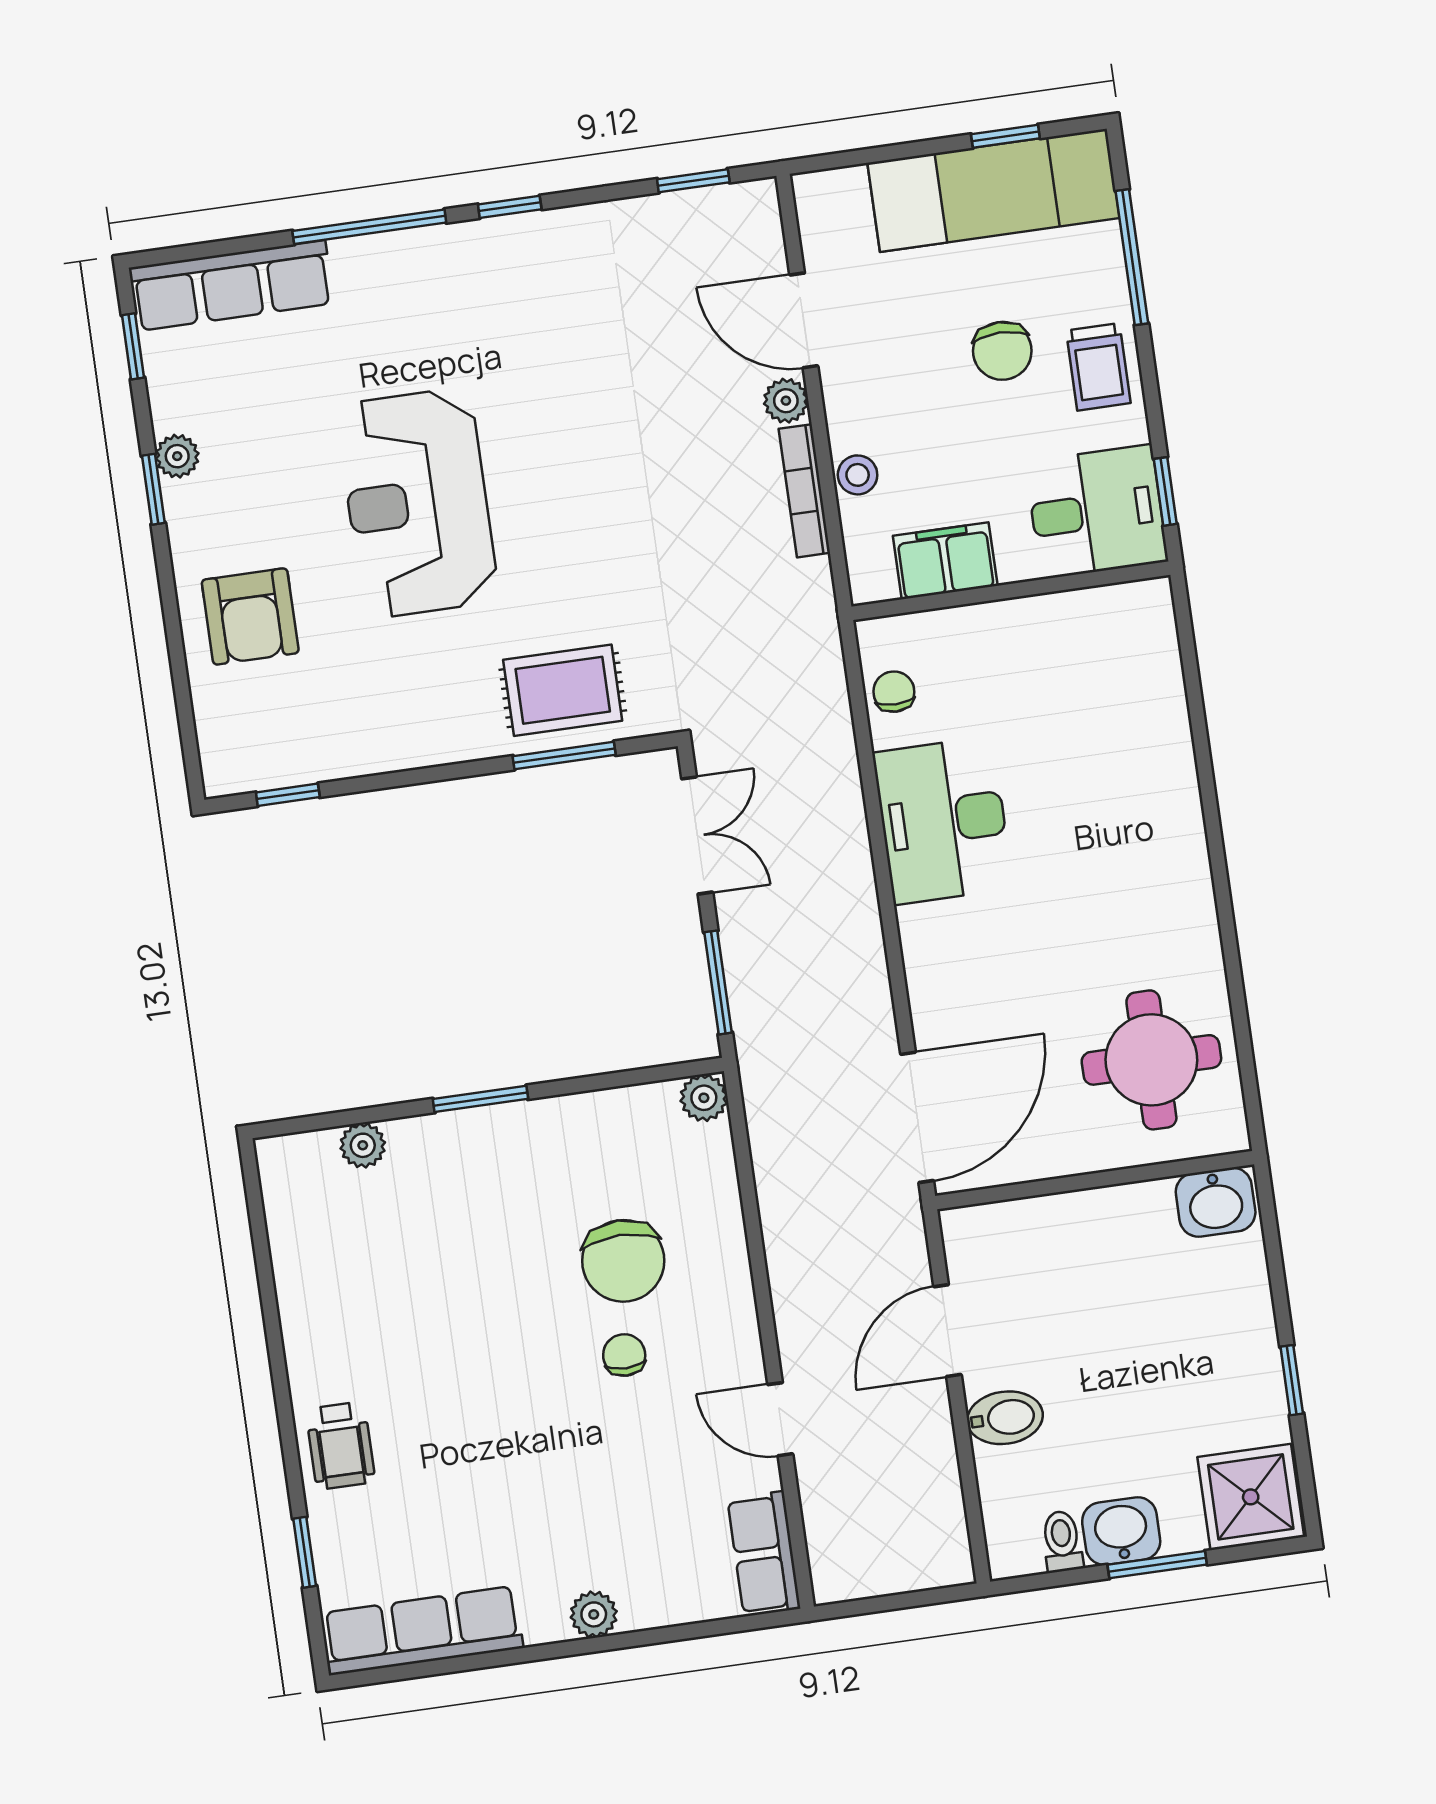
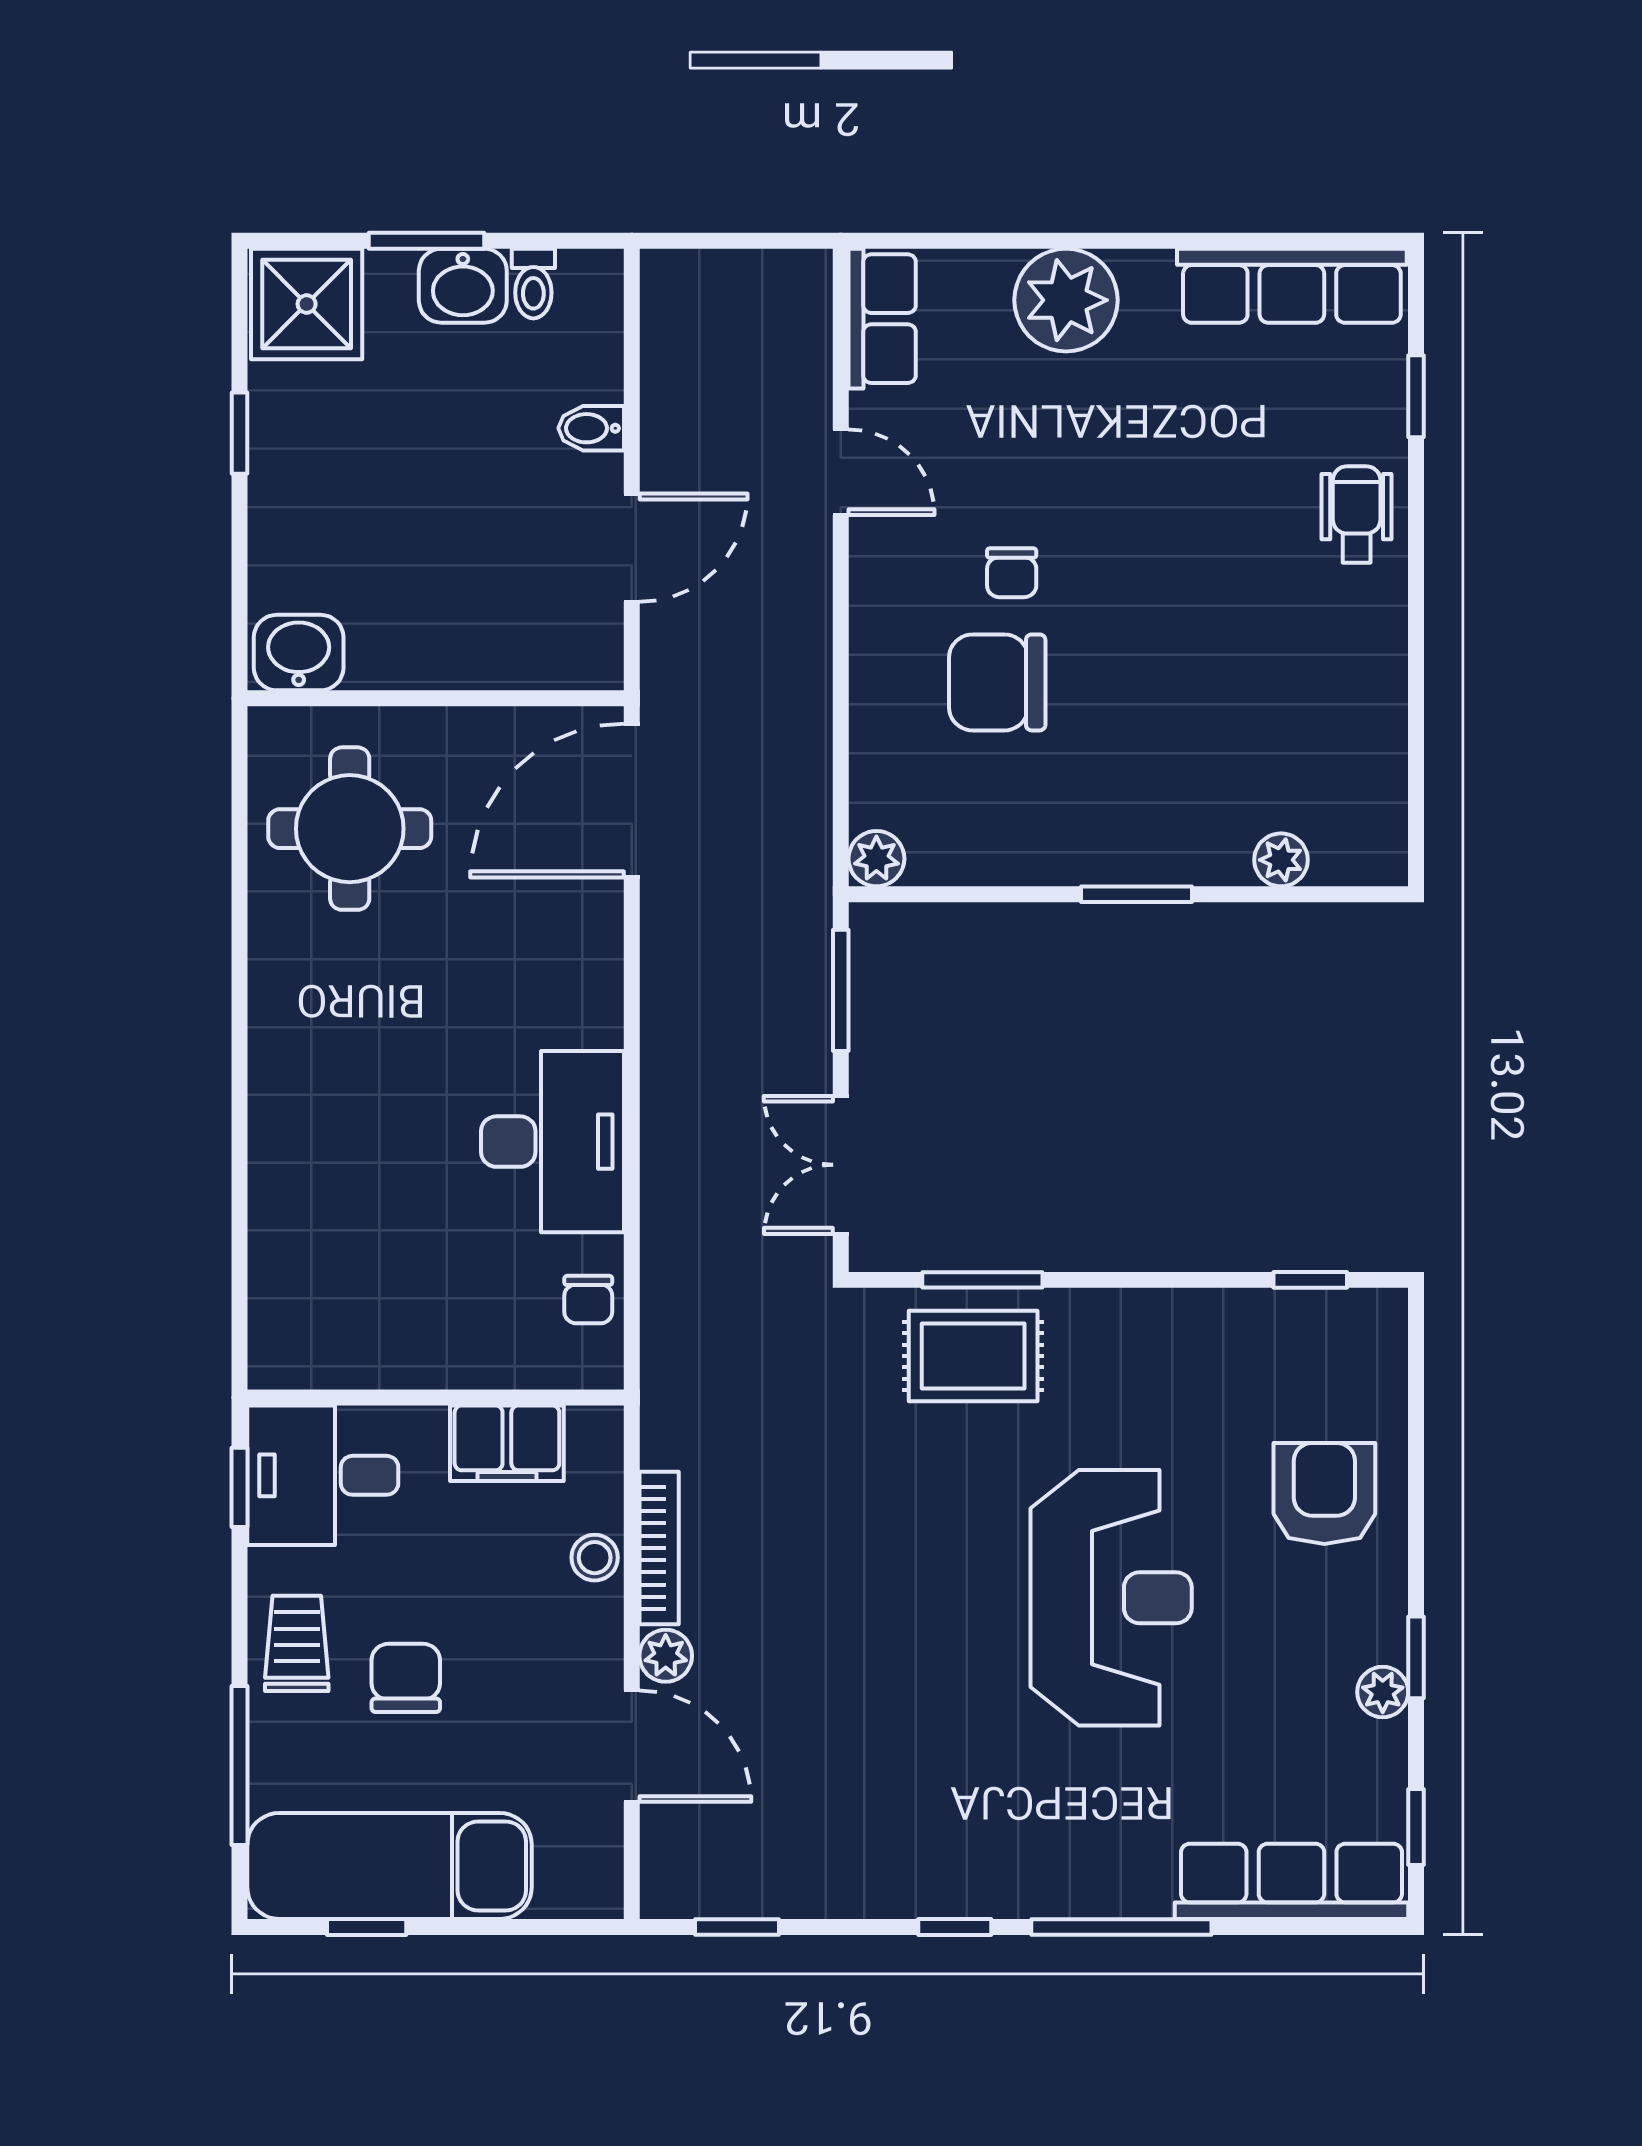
chair: (623, 1261) -> (997, 682), turned -90
bidet: (1005, 1418) -> (591, 428), width x0.72, depth x0.74
plant: (594, 1614) -> (1066, 300), width x1.87, depth x1.87

